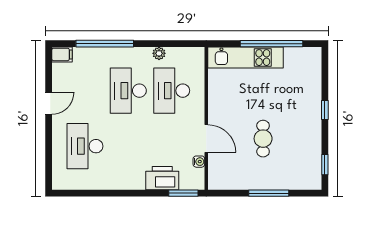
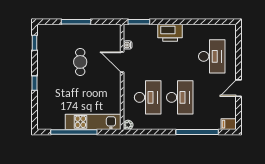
plant: (159, 53) -> (128, 125), moved
printer: (162, 178) -> (170, 33), moved

